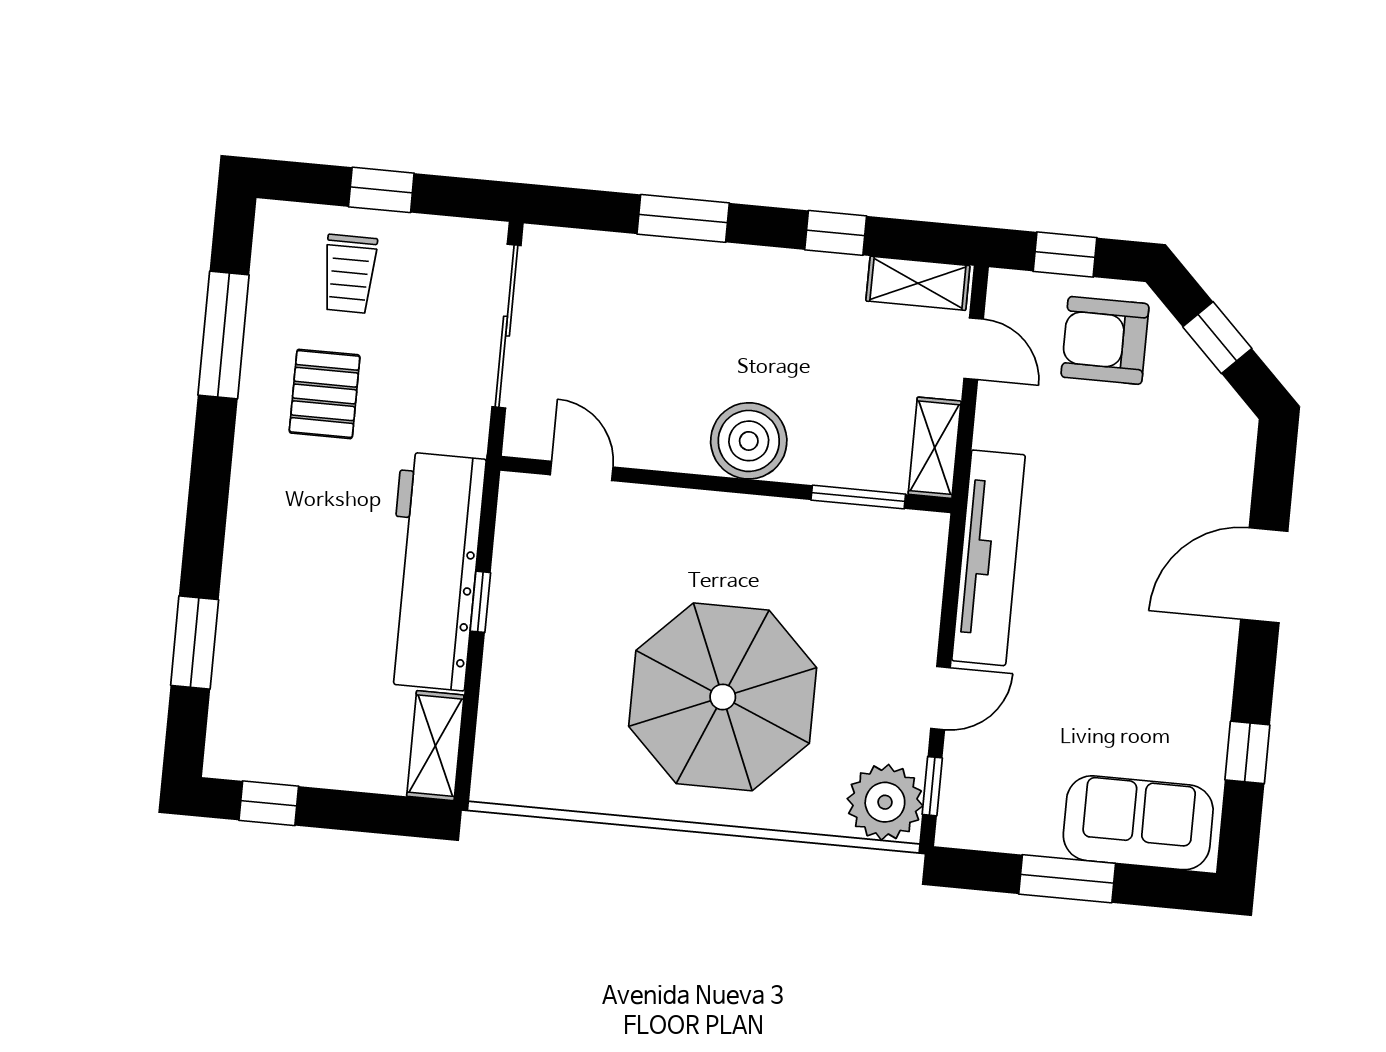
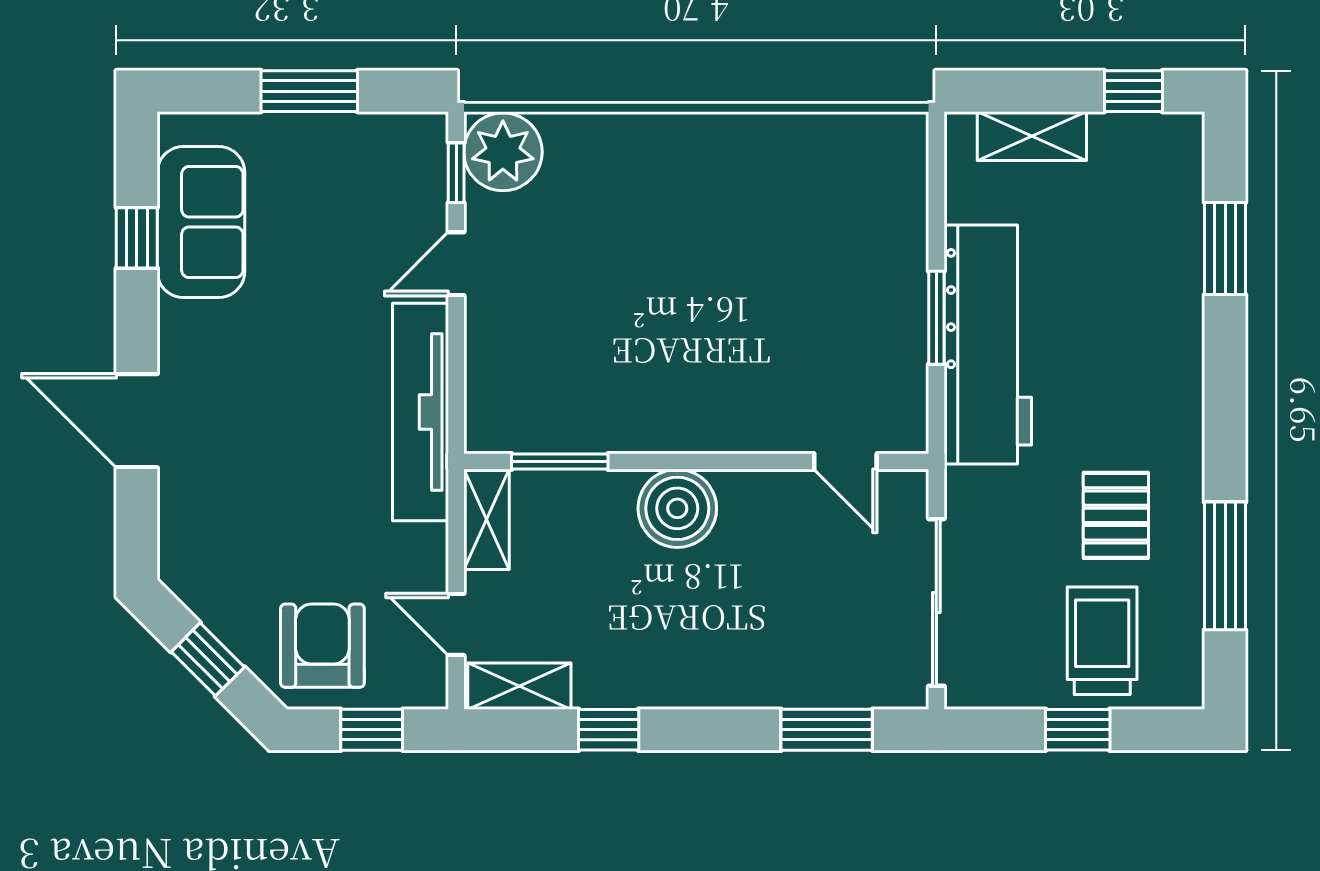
window: (683, 218) -> (827, 730), moved
trolley: (349, 274) -> (1102, 641), width x1.36, depth x1.39
armchair: (1105, 340) -> (322, 646), turned -90
door: (1264, 575) -> (137, 421), swing flipped
window: (480, 602) -> (936, 318), width x1.50
parasol: (723, 697) -> (679, 244), removed
shelving: (435, 746) -> (1032, 136), moved, turned 90
sofa: (1138, 823) -> (201, 222), moved, turned -90

